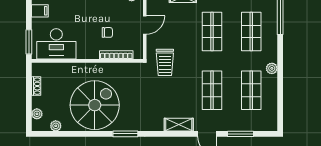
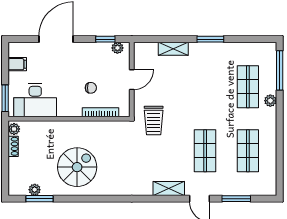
shop shelf: (212, 31) -> (205, 87), removed
plant: (272, 68) -> (270, 101), moved
spiral stairs: (95, 105) -> (77, 167), width x0.73, depth x0.73
plant: (37, 114) -> (14, 129), moved
window: (125, 134) -> (40, 199), moved

